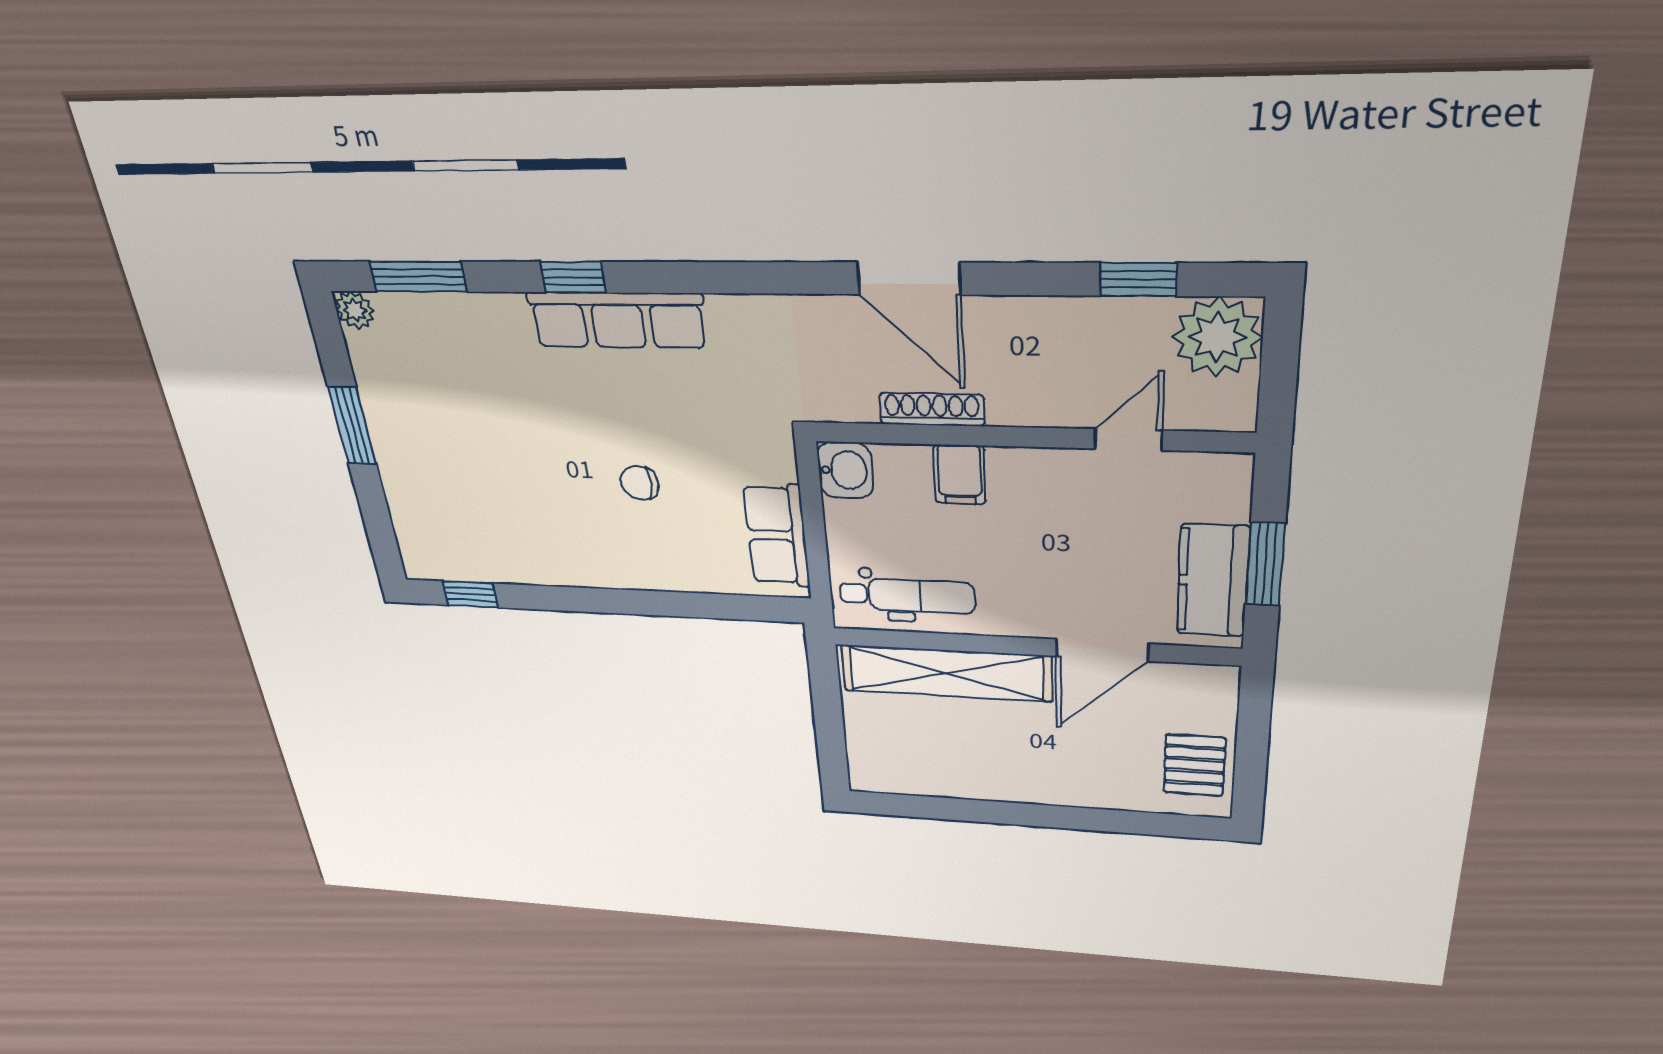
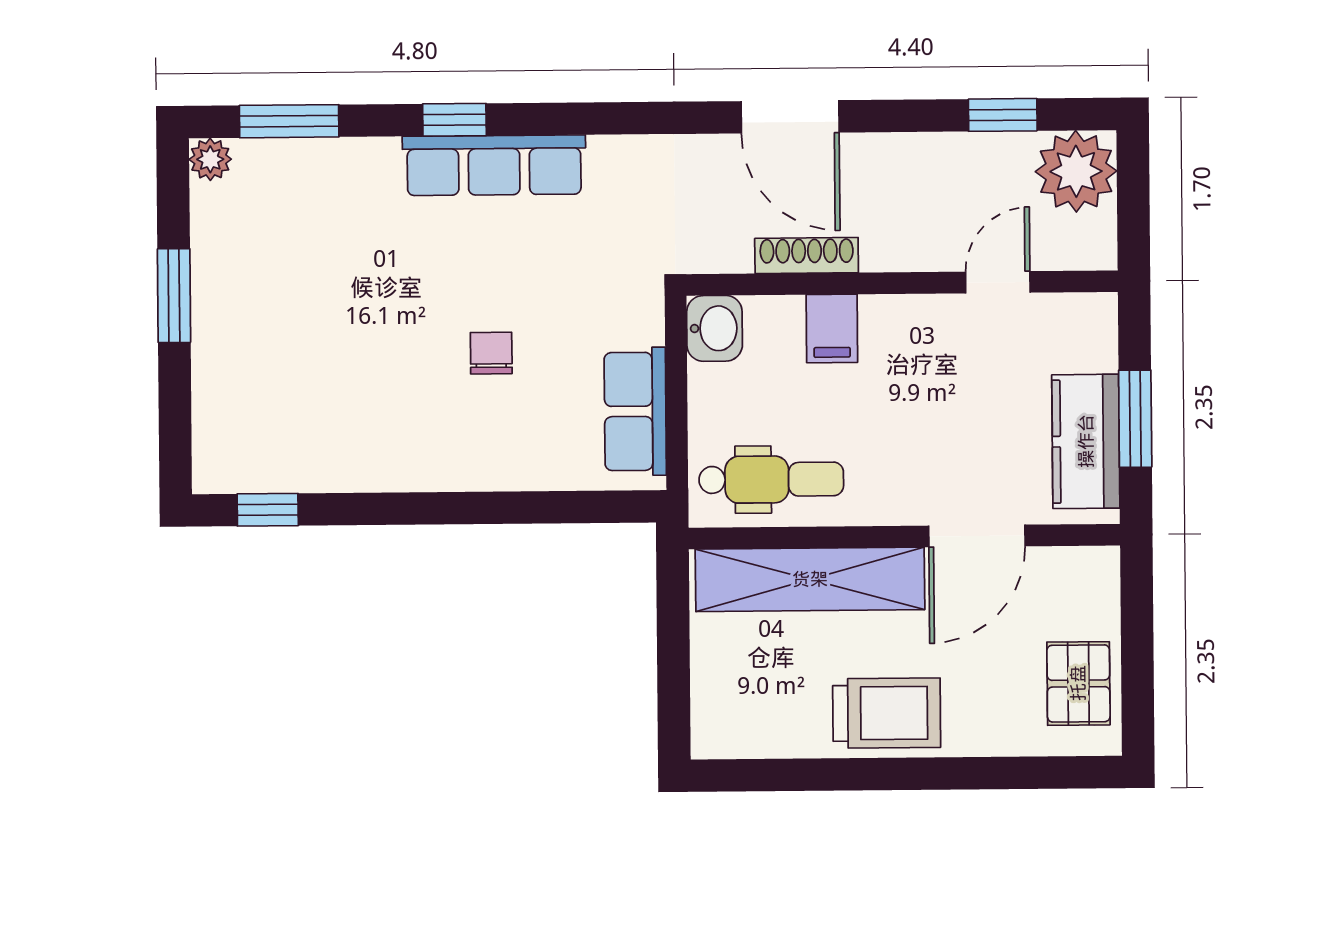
chair: (640, 483) -> (491, 353), turned 90
trolley: (1018, 773) -> (887, 713), added

